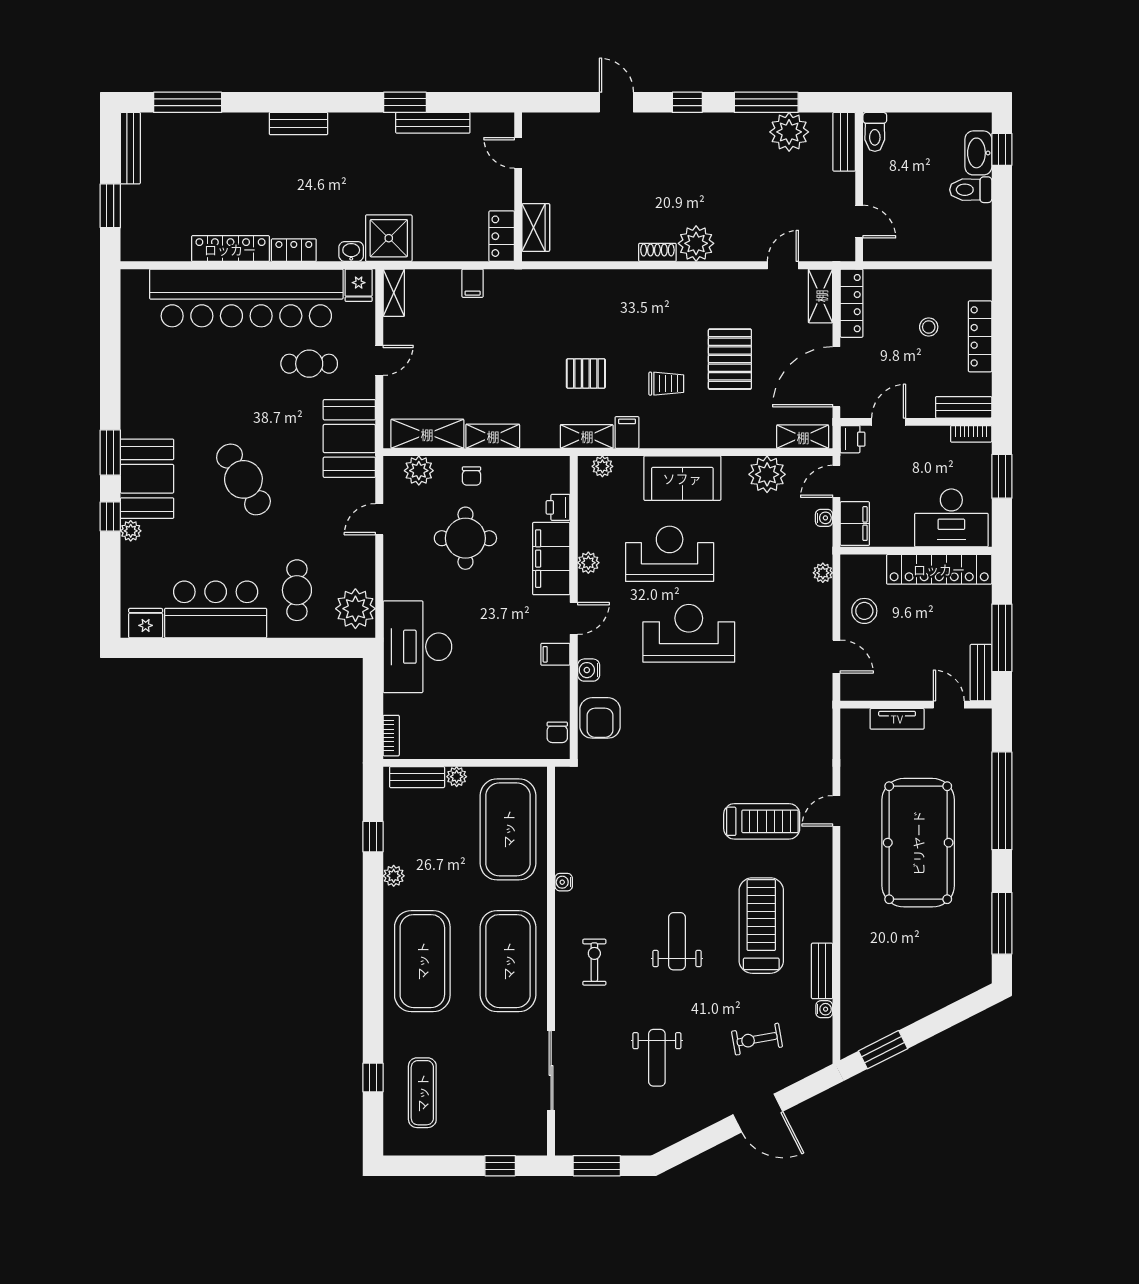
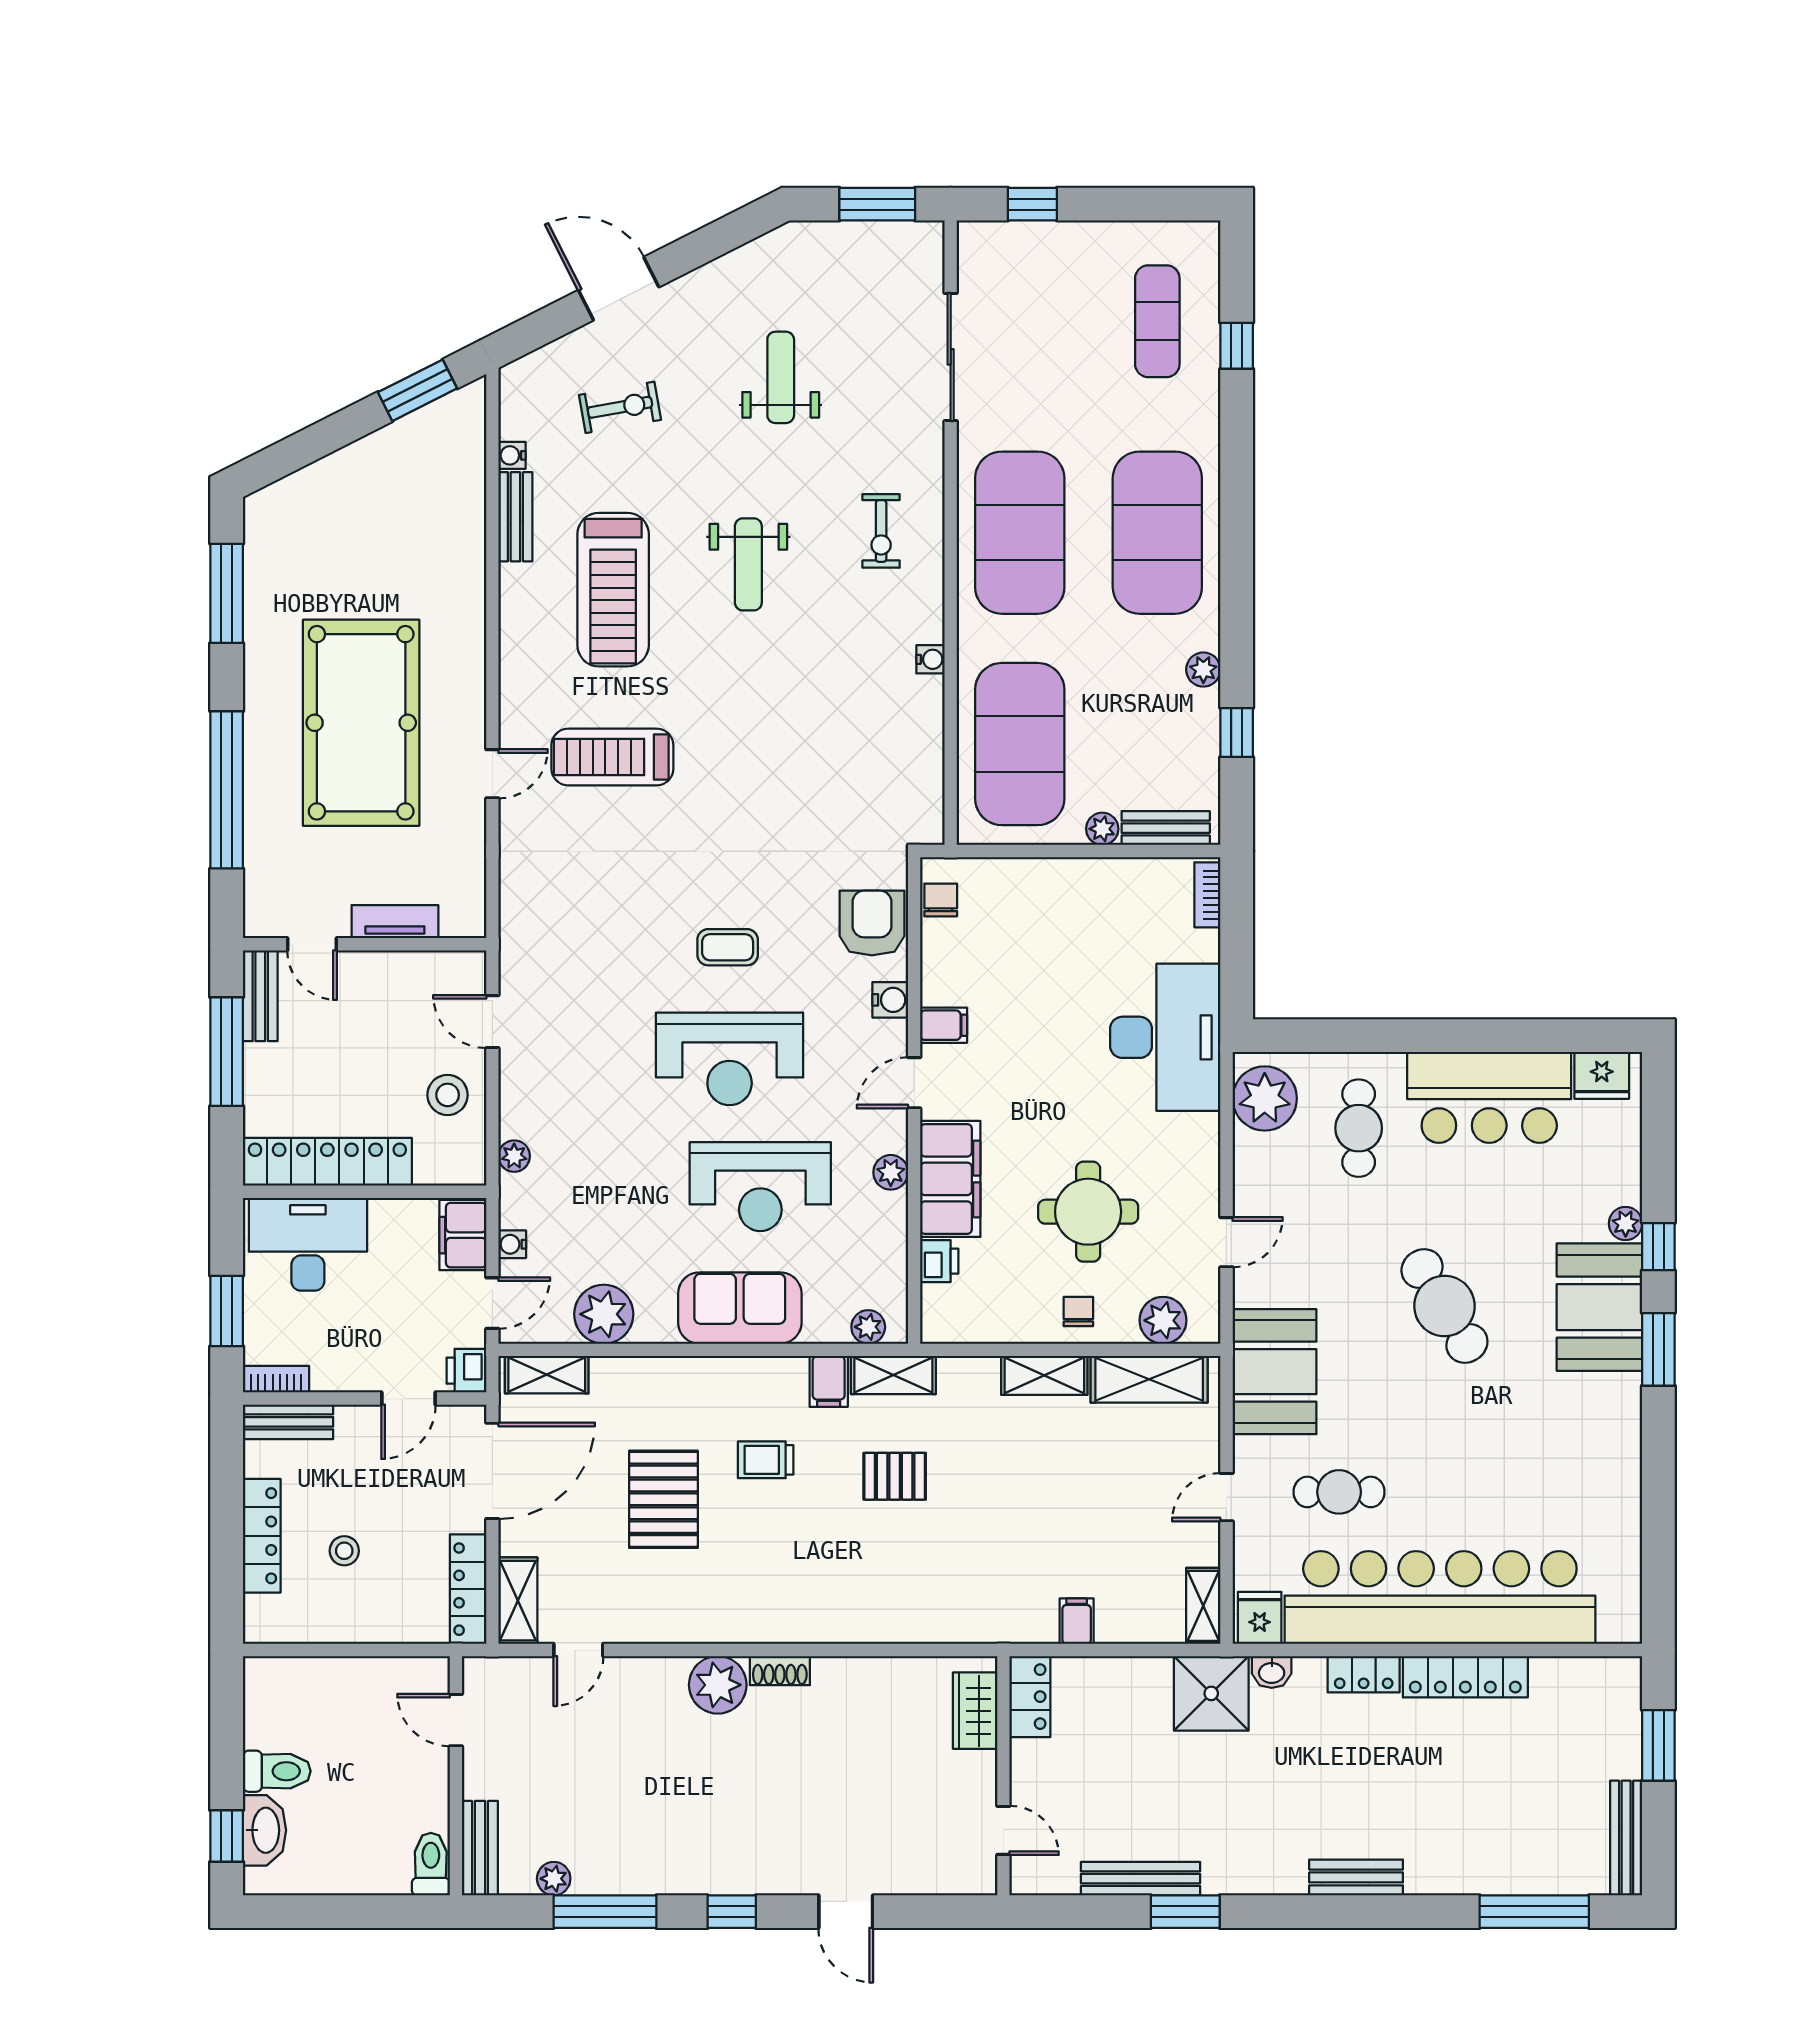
plant: (789, 132) -> (554, 1879), width x0.53, depth x0.53
coffee table: (690, 703) -> (728, 947), added

